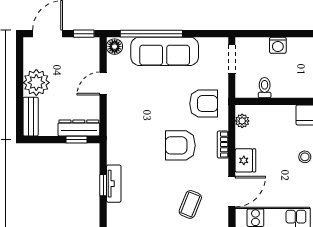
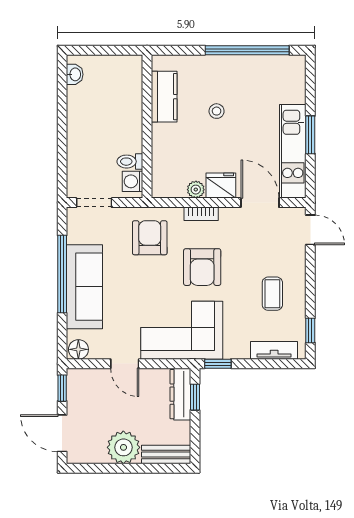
window: (151, 34) -> (62, 274), moved
washing machine: (278, 45) -> (132, 181), moved, turned 180
plant: (242, 121) -> (196, 190), moved
corner sofa: (130, 129) -> (182, 330), added
tv unit: (114, 184) -> (274, 350), moved
window: (103, 185) -> (218, 364), moved
coffee table: (190, 204) -> (272, 294), moved, turned 68

